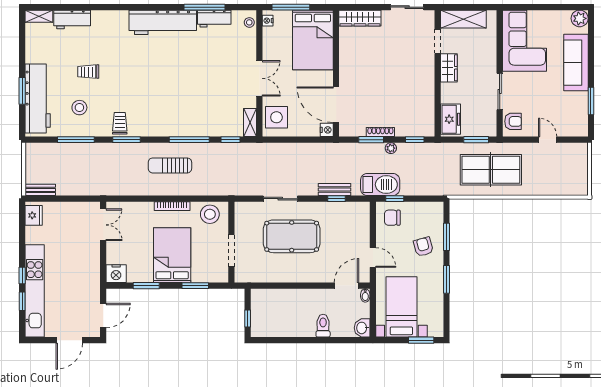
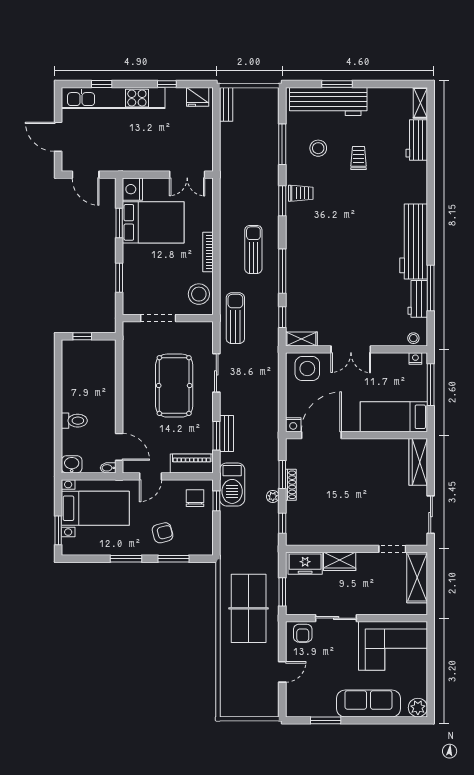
bed: (313, 40) -> (394, 417), width x0.67
wardrobe: (449, 68) -> (340, 561), moved
sun lounger: (231, 182) -> (235, 318), added
window: (337, 199) -> (216, 436), width x1.50
piano: (361, 221) -> (192, 464), added
bed: (172, 255) -> (153, 222), moved
window: (22, 275) -> (167, 84), moved

